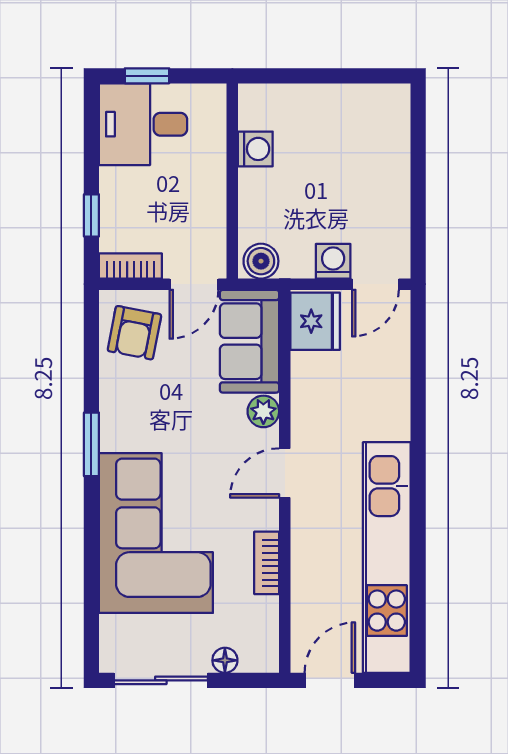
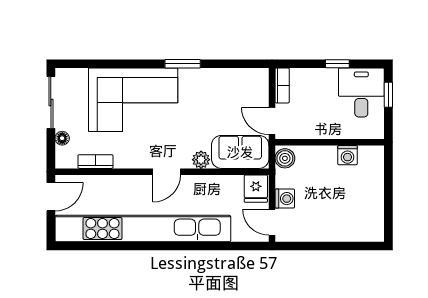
window: (91, 215) -> (337, 64), moved
fridge: (315, 321) -> (256, 189), width x0.72
armchair: (134, 333) -> (245, 88), removed
door: (285, 473) -> (167, 172), swing flipped
kitchen unit: (387, 558) -> (143, 229), width x1.36
bookcase: (267, 563) -> (95, 162), moved
door: (330, 680) -> (51, 197), hinge flipped

